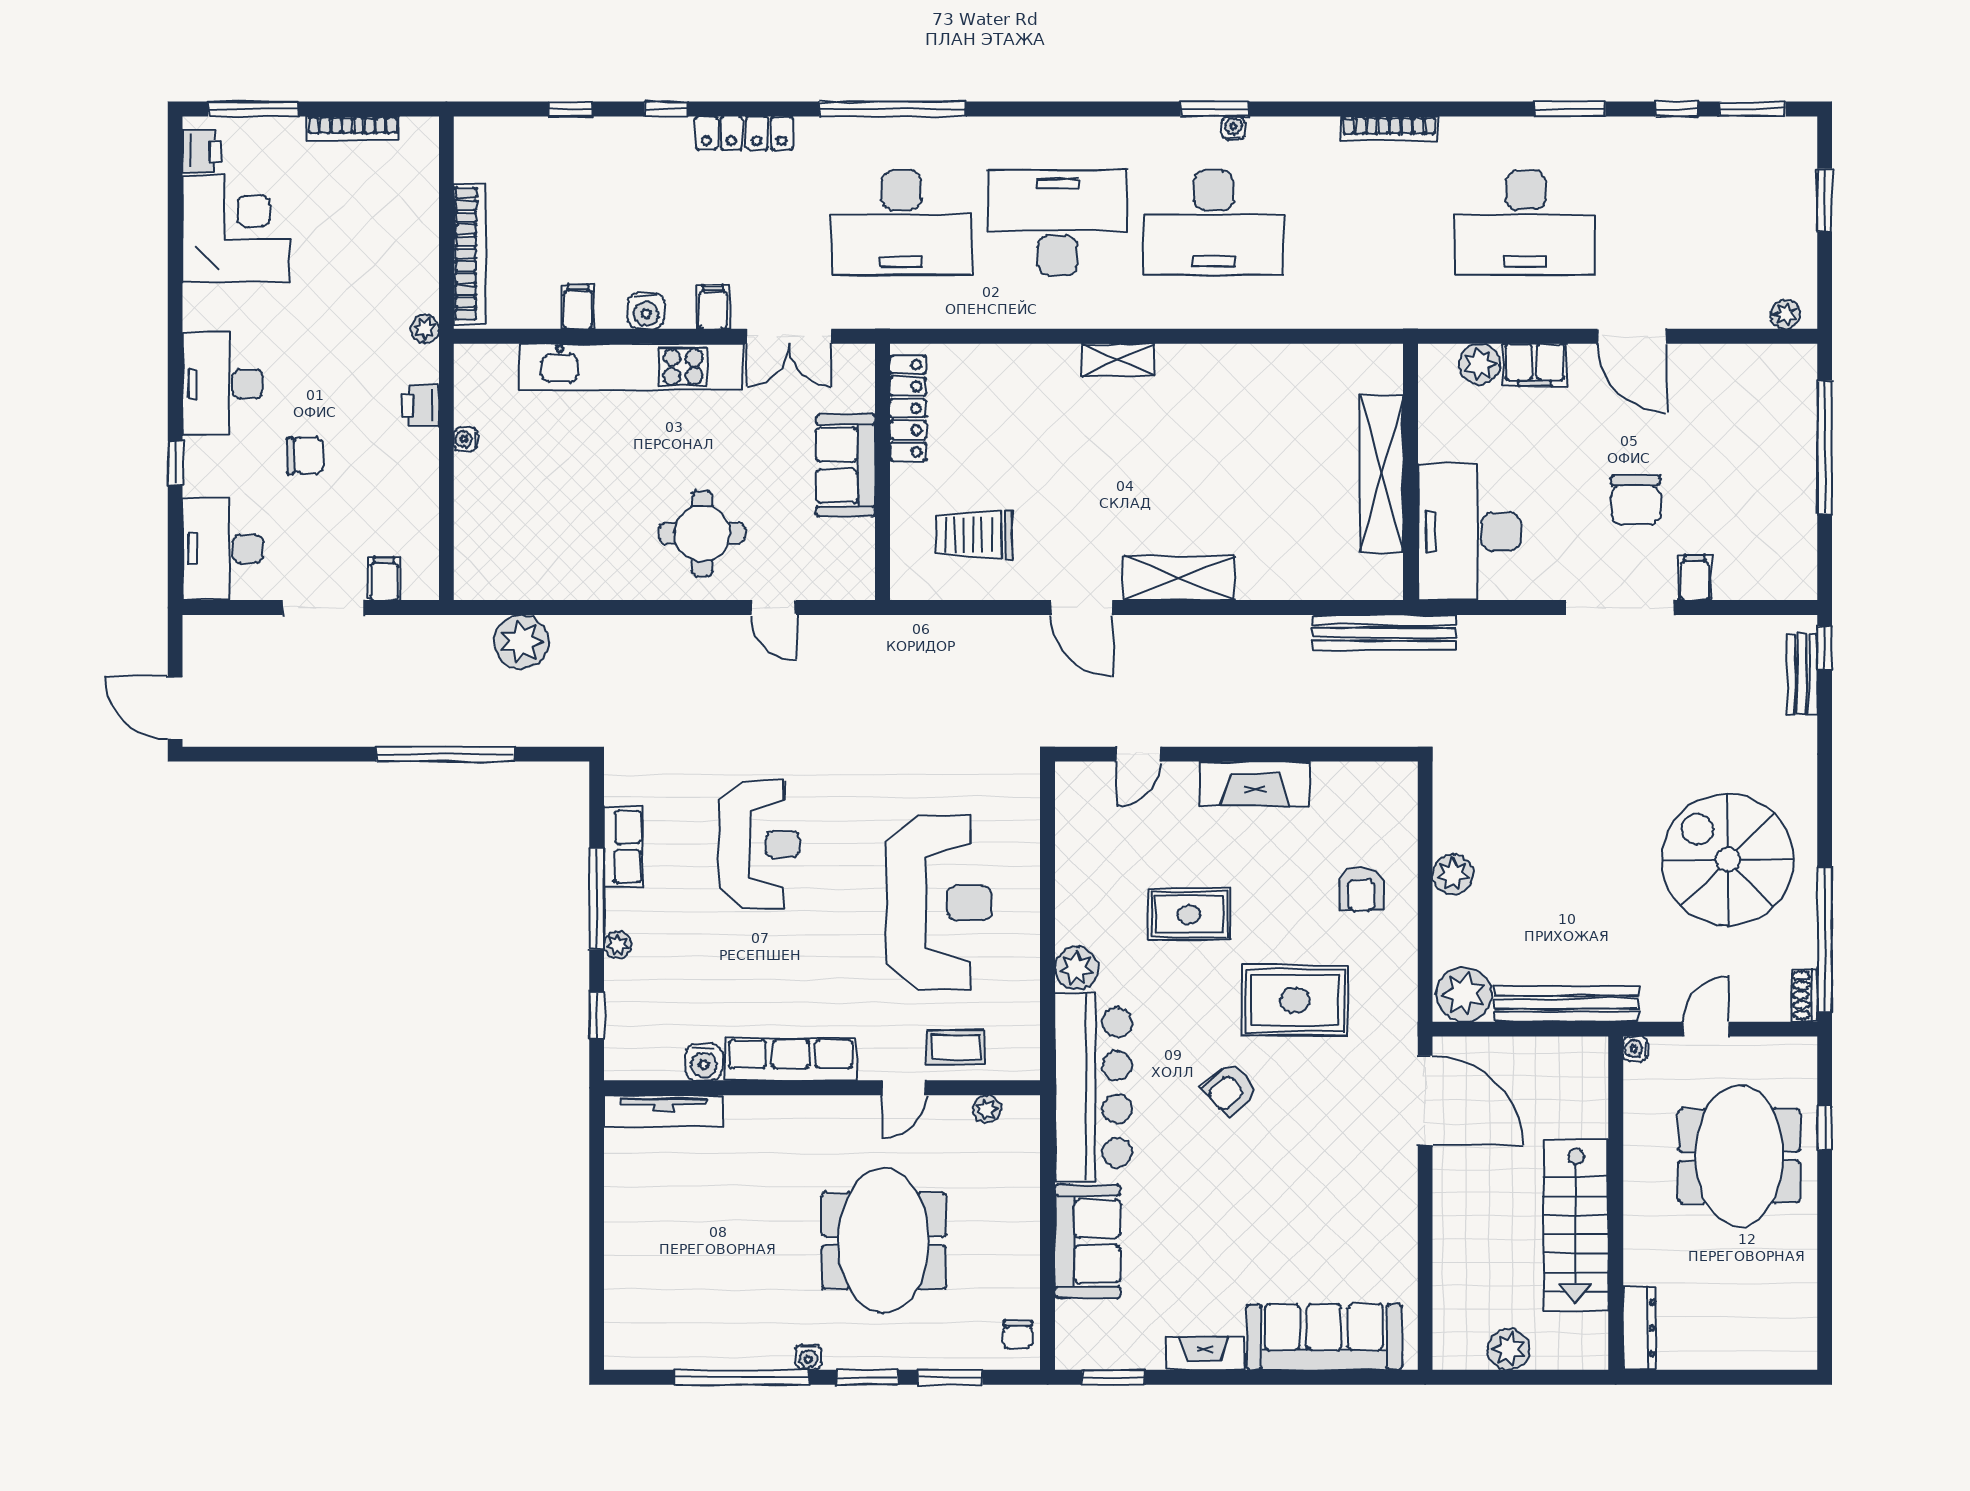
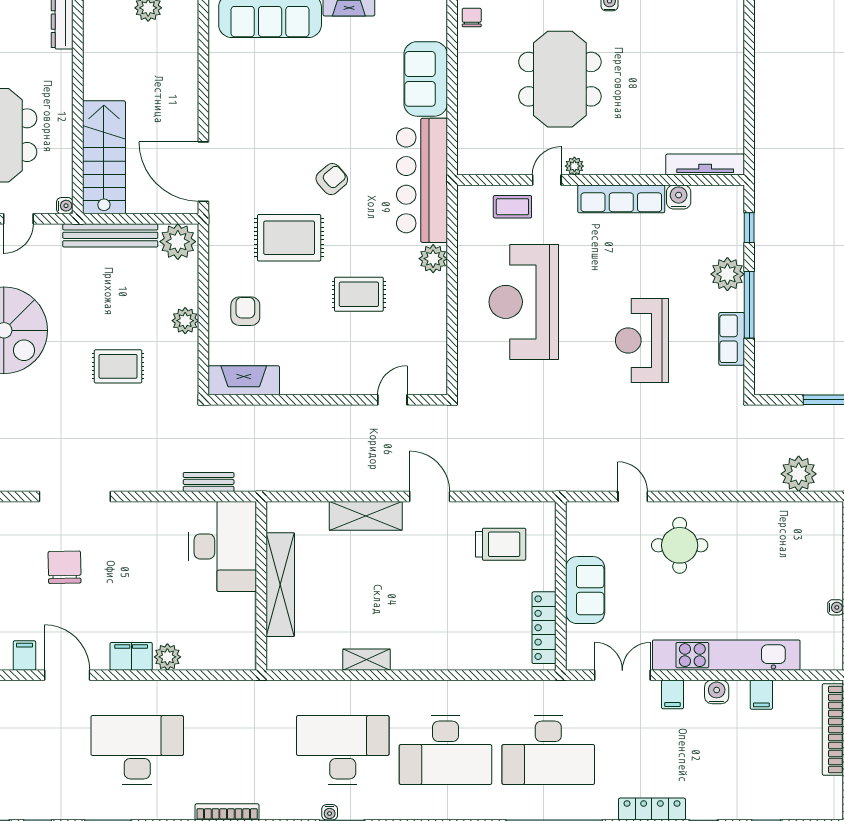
desk: (901, 223) -> (548, 750), turned 180
shelving: (1118, 360) -> (367, 660), moved
wall: (1410, 472) -> (261, 586), moved
shelving: (1382, 474) -> (280, 585), moved
desk: (1469, 532) -> (223, 546), moved
filing cabinet: (1695, 578) -> (24, 655), moved, turned 180
bench: (1384, 633) -> (209, 482), width x0.54, depth x0.82
fireplace: (1255, 784) -> (244, 380), moved
rug: (1555, 805) -> (118, 366), added
plant: (618, 945) -> (727, 274), width x1.87, depth x1.87
plant: (987, 1109) -> (574, 166), moved
stairs: (1576, 1225) -> (104, 157), moved

